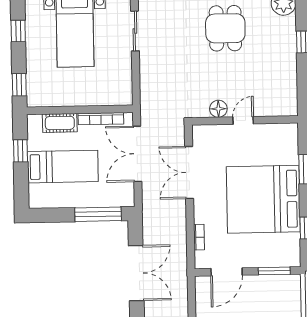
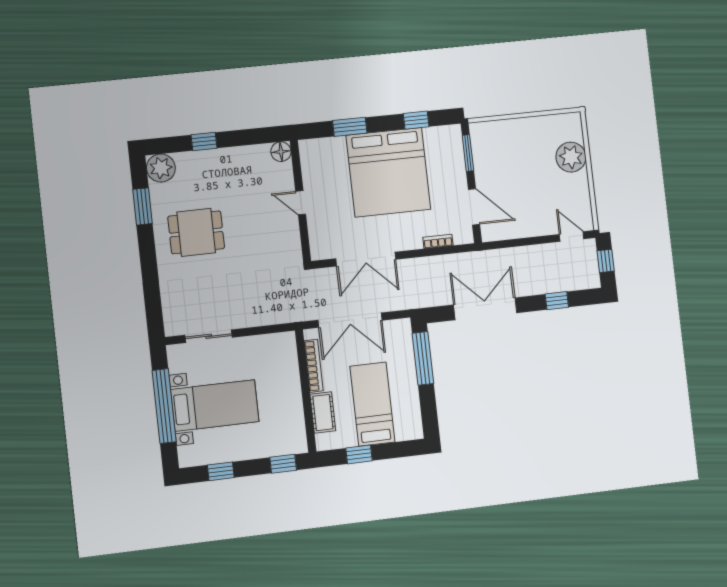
floor lamp: (218, 109) -> (281, 152), moved

